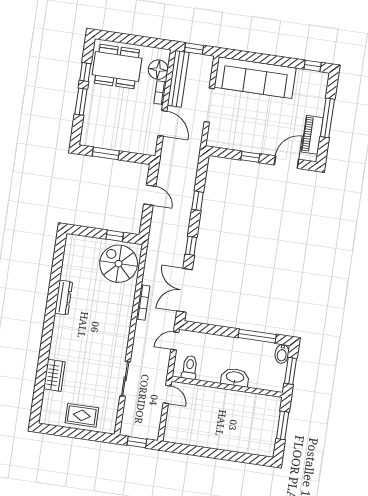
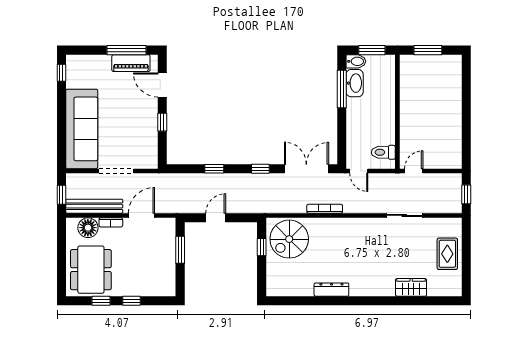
window: (81, 102) -> (132, 301), width x0.67
window: (327, 118) -> (126, 50), moved
window: (106, 153) -> (180, 250), moved
double door: (184, 290) -> (306, 169), swing flipped
washbasin: (235, 377) -> (355, 83), moved, turned 180

